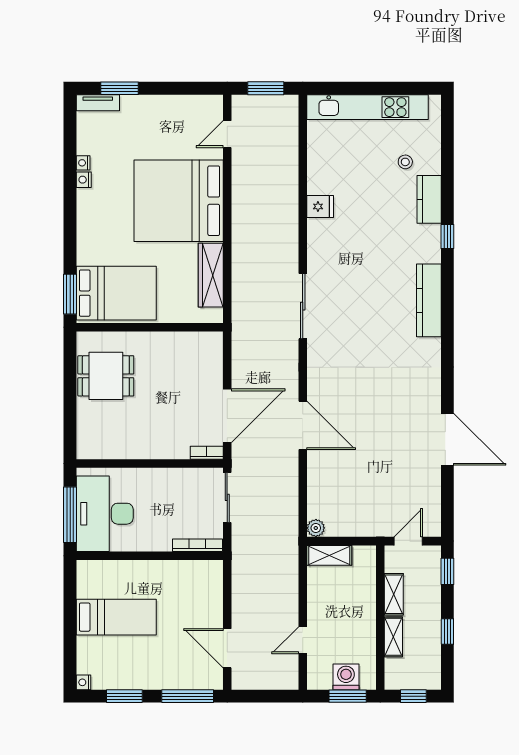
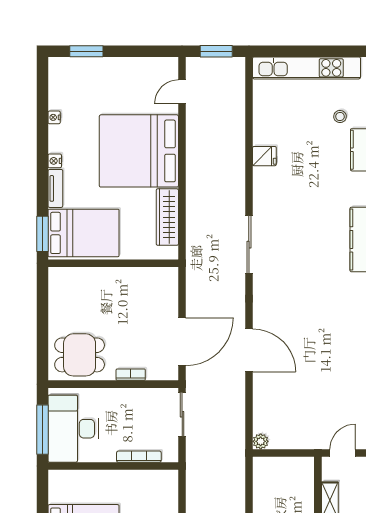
tv unit: (98, 103) -> (55, 188), moved, turned -90
nightstand: (84, 180) -> (55, 161), moved
dining table: (106, 376) -> (80, 355), moved
bookcase: (207, 453) -> (131, 375), moved
bookcase: (198, 545) -> (139, 457), moved
shelving: (329, 555) -> (273, 466), removed

